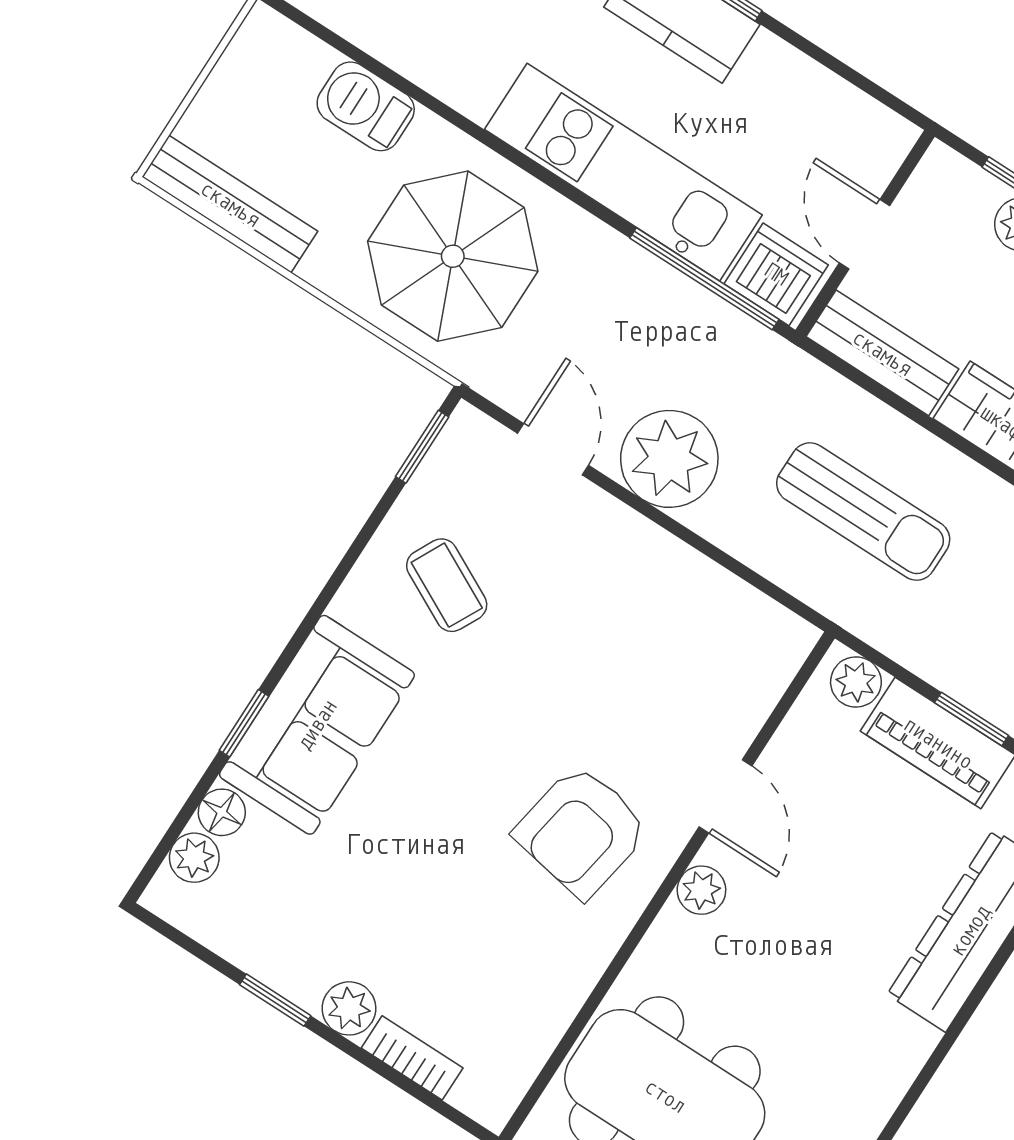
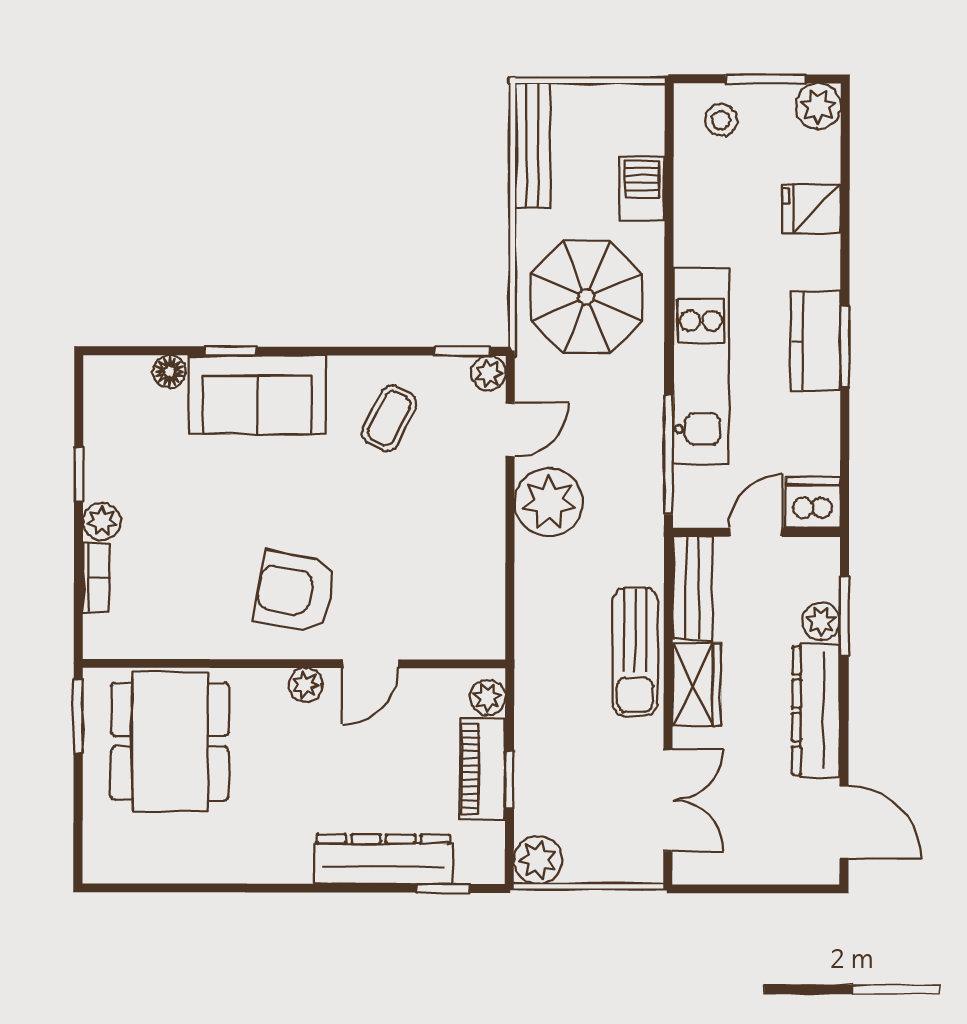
dishwasher: (776, 274) -> (813, 503), moved, turned -90
sun lounger: (863, 512) -> (635, 652), moved
plant: (194, 858) -> (488, 373), moved

